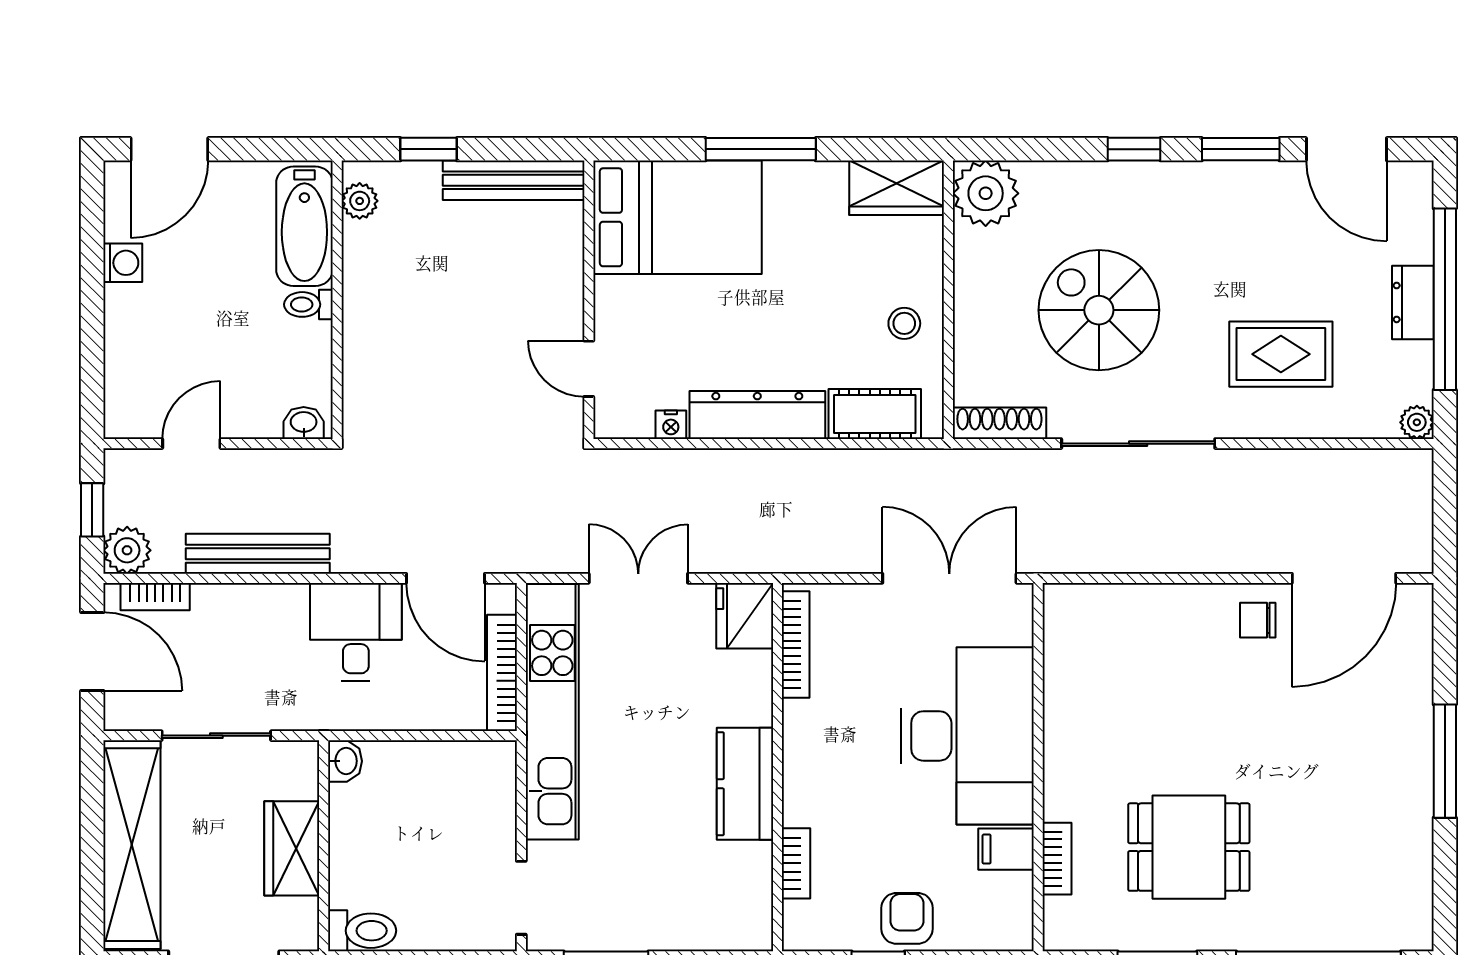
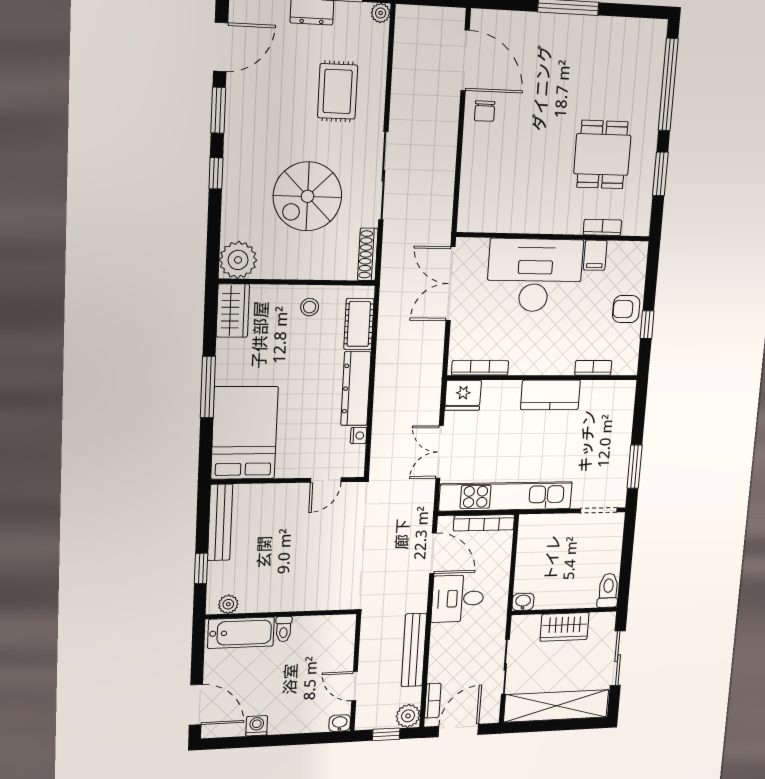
washbasin: (304, 423) -> (340, 723), moved, turned 90
door: (446, 578) -> (433, 553), hinge flipped

